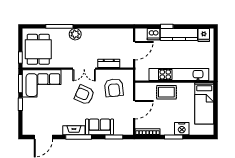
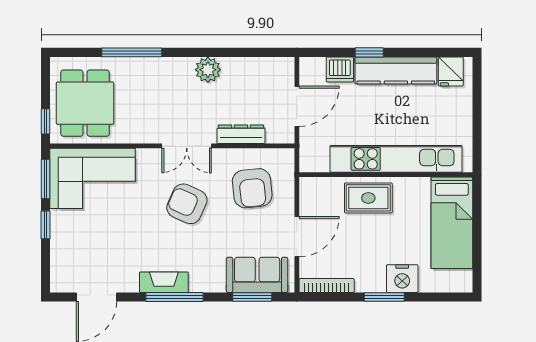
plant: (75, 34) -> (208, 70), moved
sofa: (100, 127) -> (257, 275), moved

